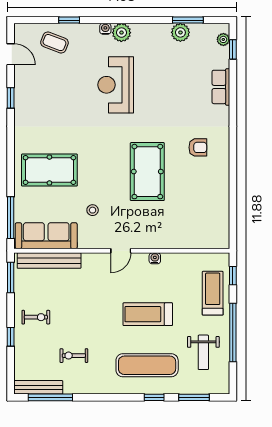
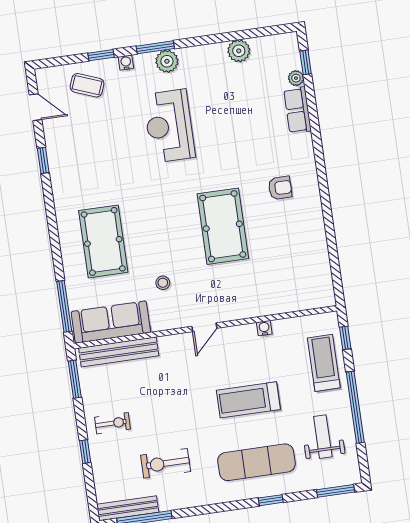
window: (188, 20) -> (155, 47), moved
water cooler: (105, 29) -> (126, 63), moved
plant: (223, 39) -> (296, 78), moved
pool table: (49, 170) -> (103, 241), turned 90
water cooler: (155, 258) -> (264, 328), moved
weight bench: (203, 352) -> (323, 437), turned 180
exercise bike: (74, 356) -> (166, 463), width x1.38, depth x1.39
window: (194, 397) -> (336, 491), moved

